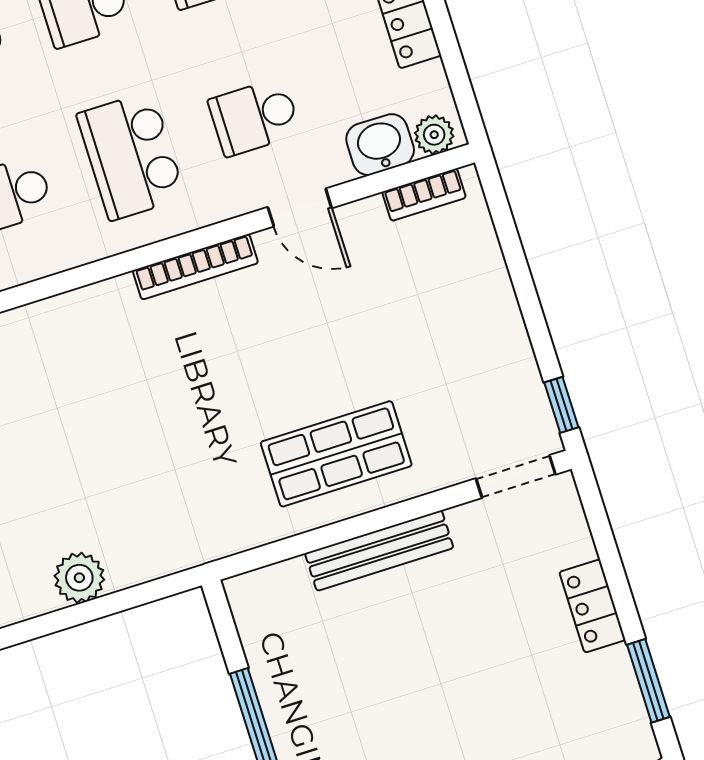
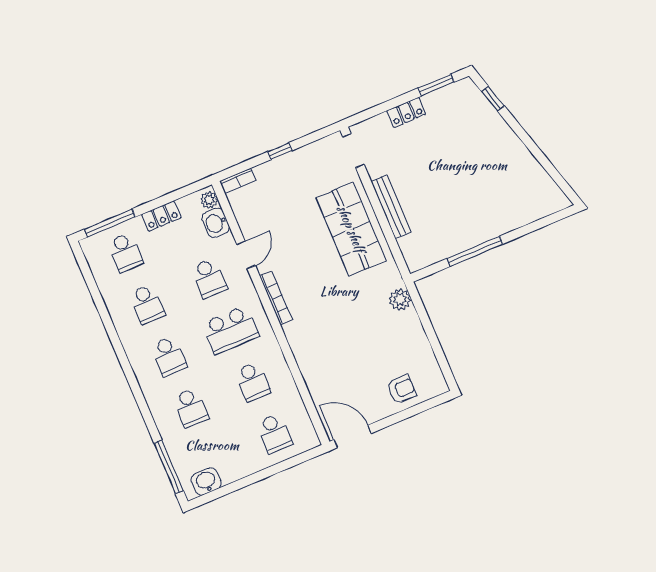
bookcase: (424, 195) -> (238, 181), moved, turned 90
window: (561, 405) -> (280, 151), moved
shop shelf: (336, 454) -> (351, 229), width x1.43, depth x1.36
plant: (79, 578) -> (400, 299), moved

